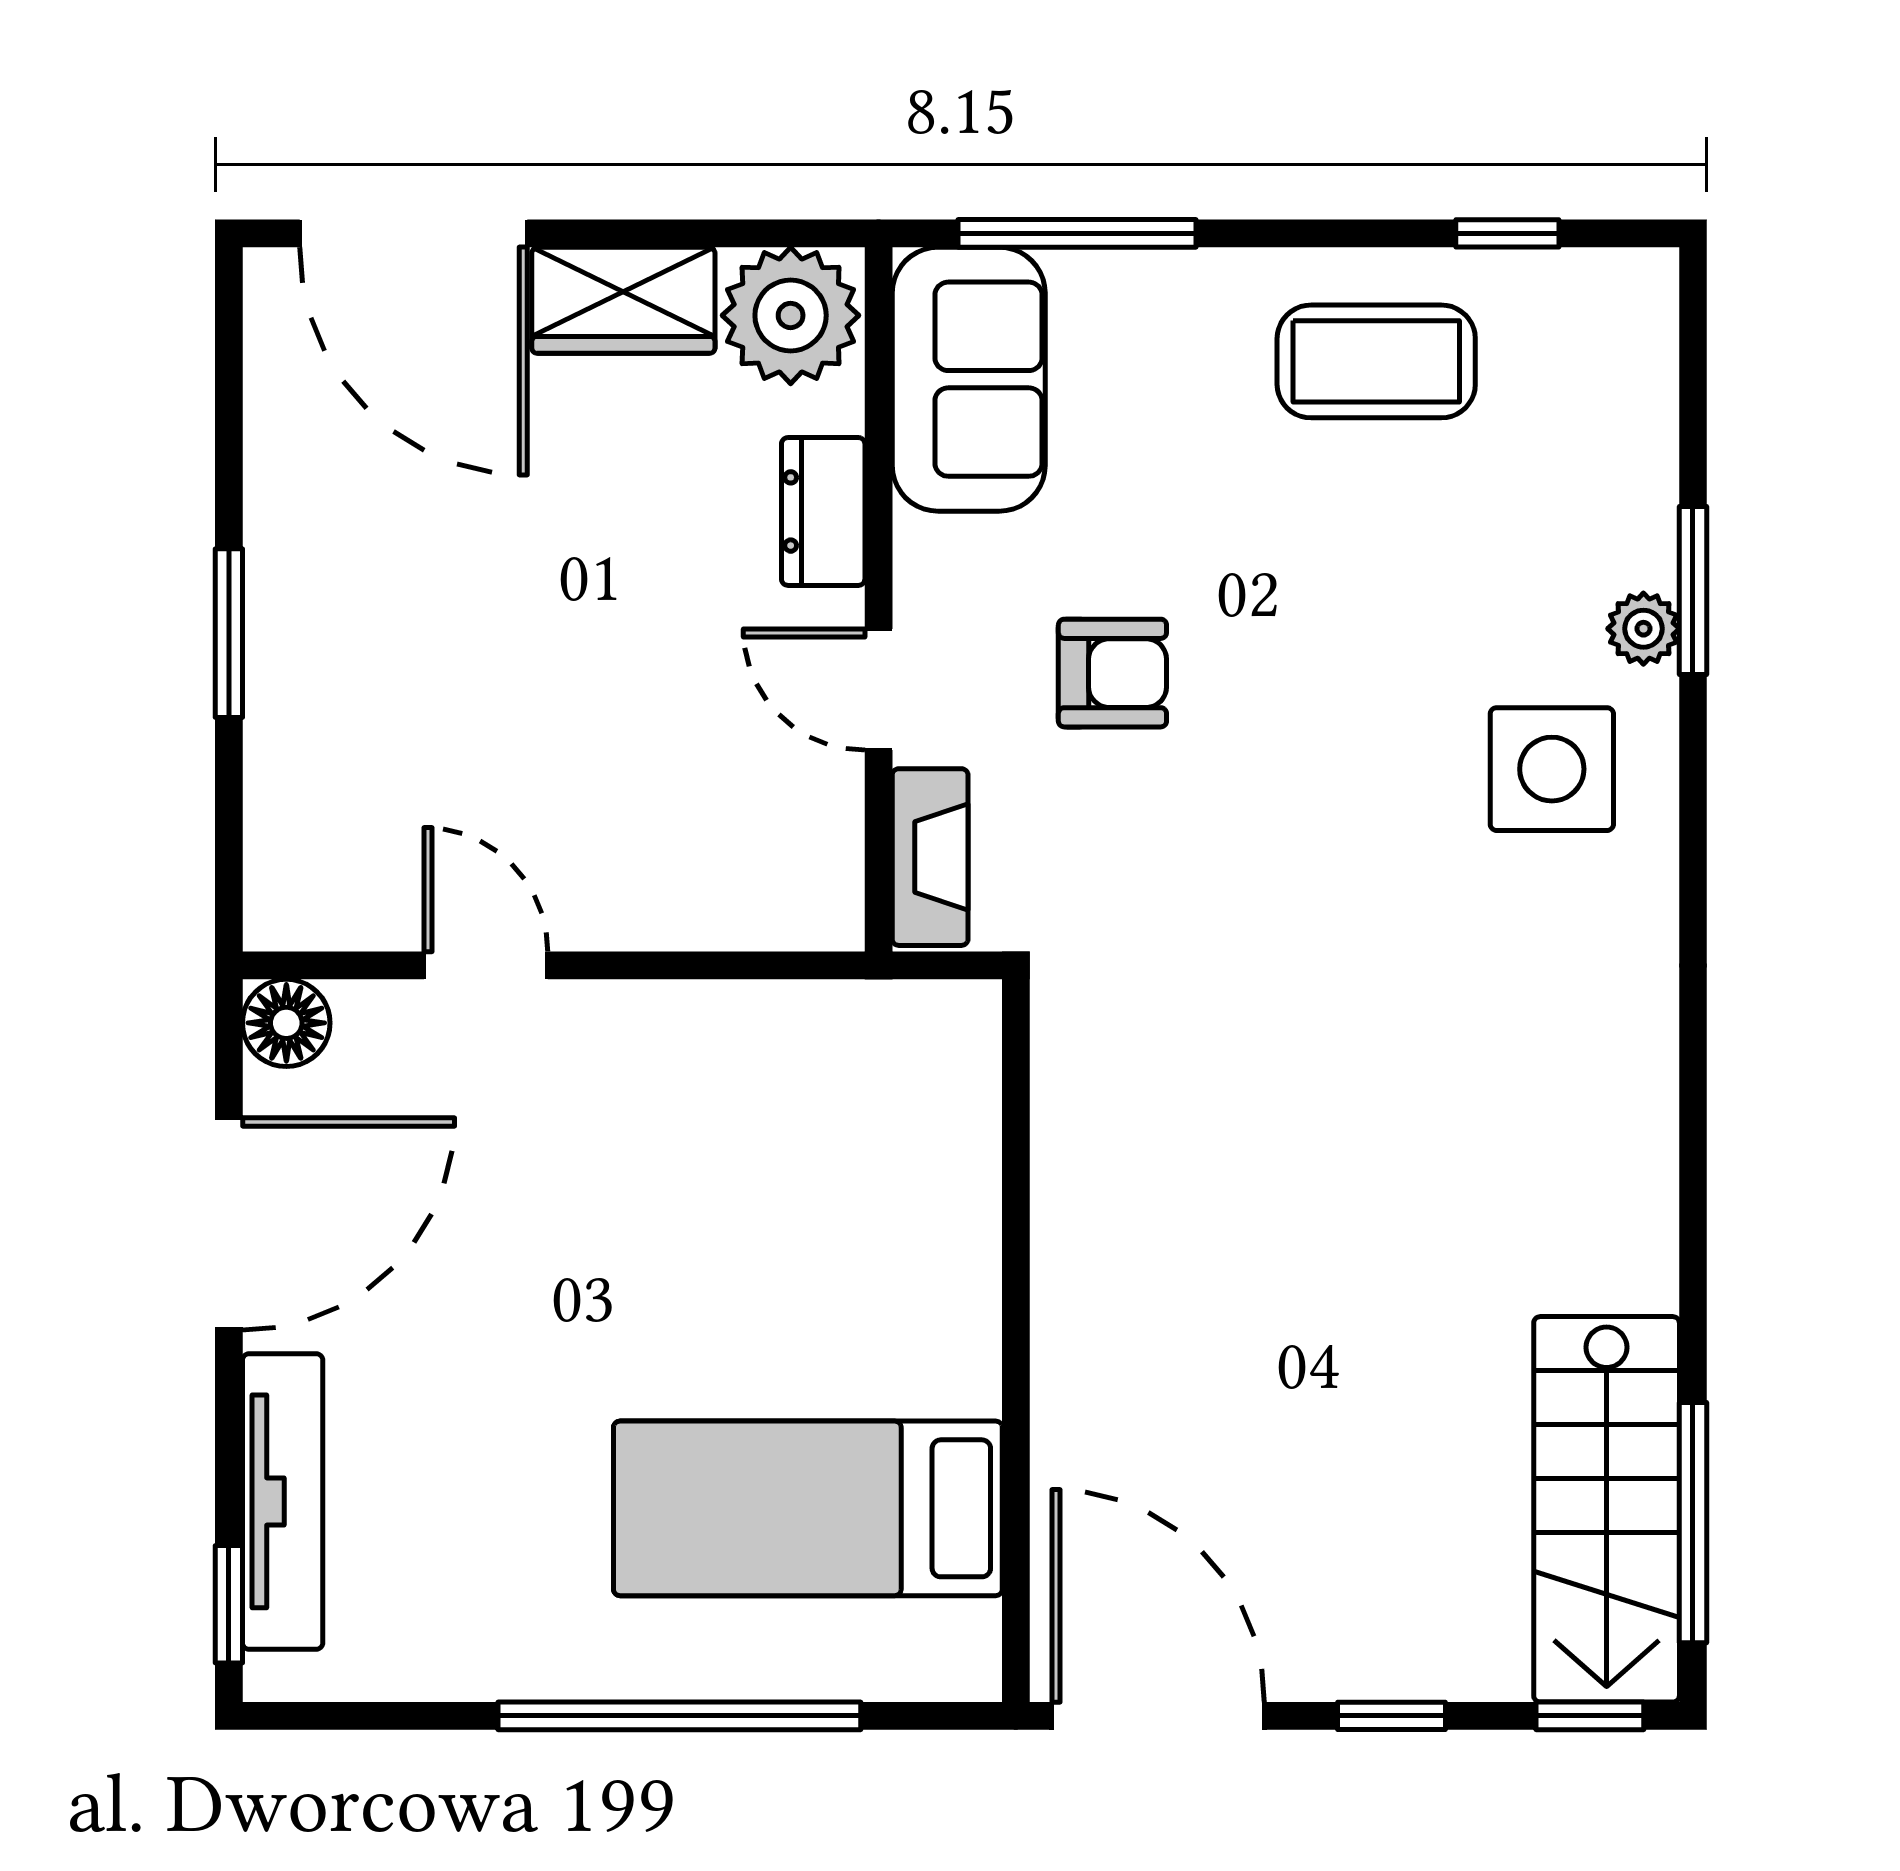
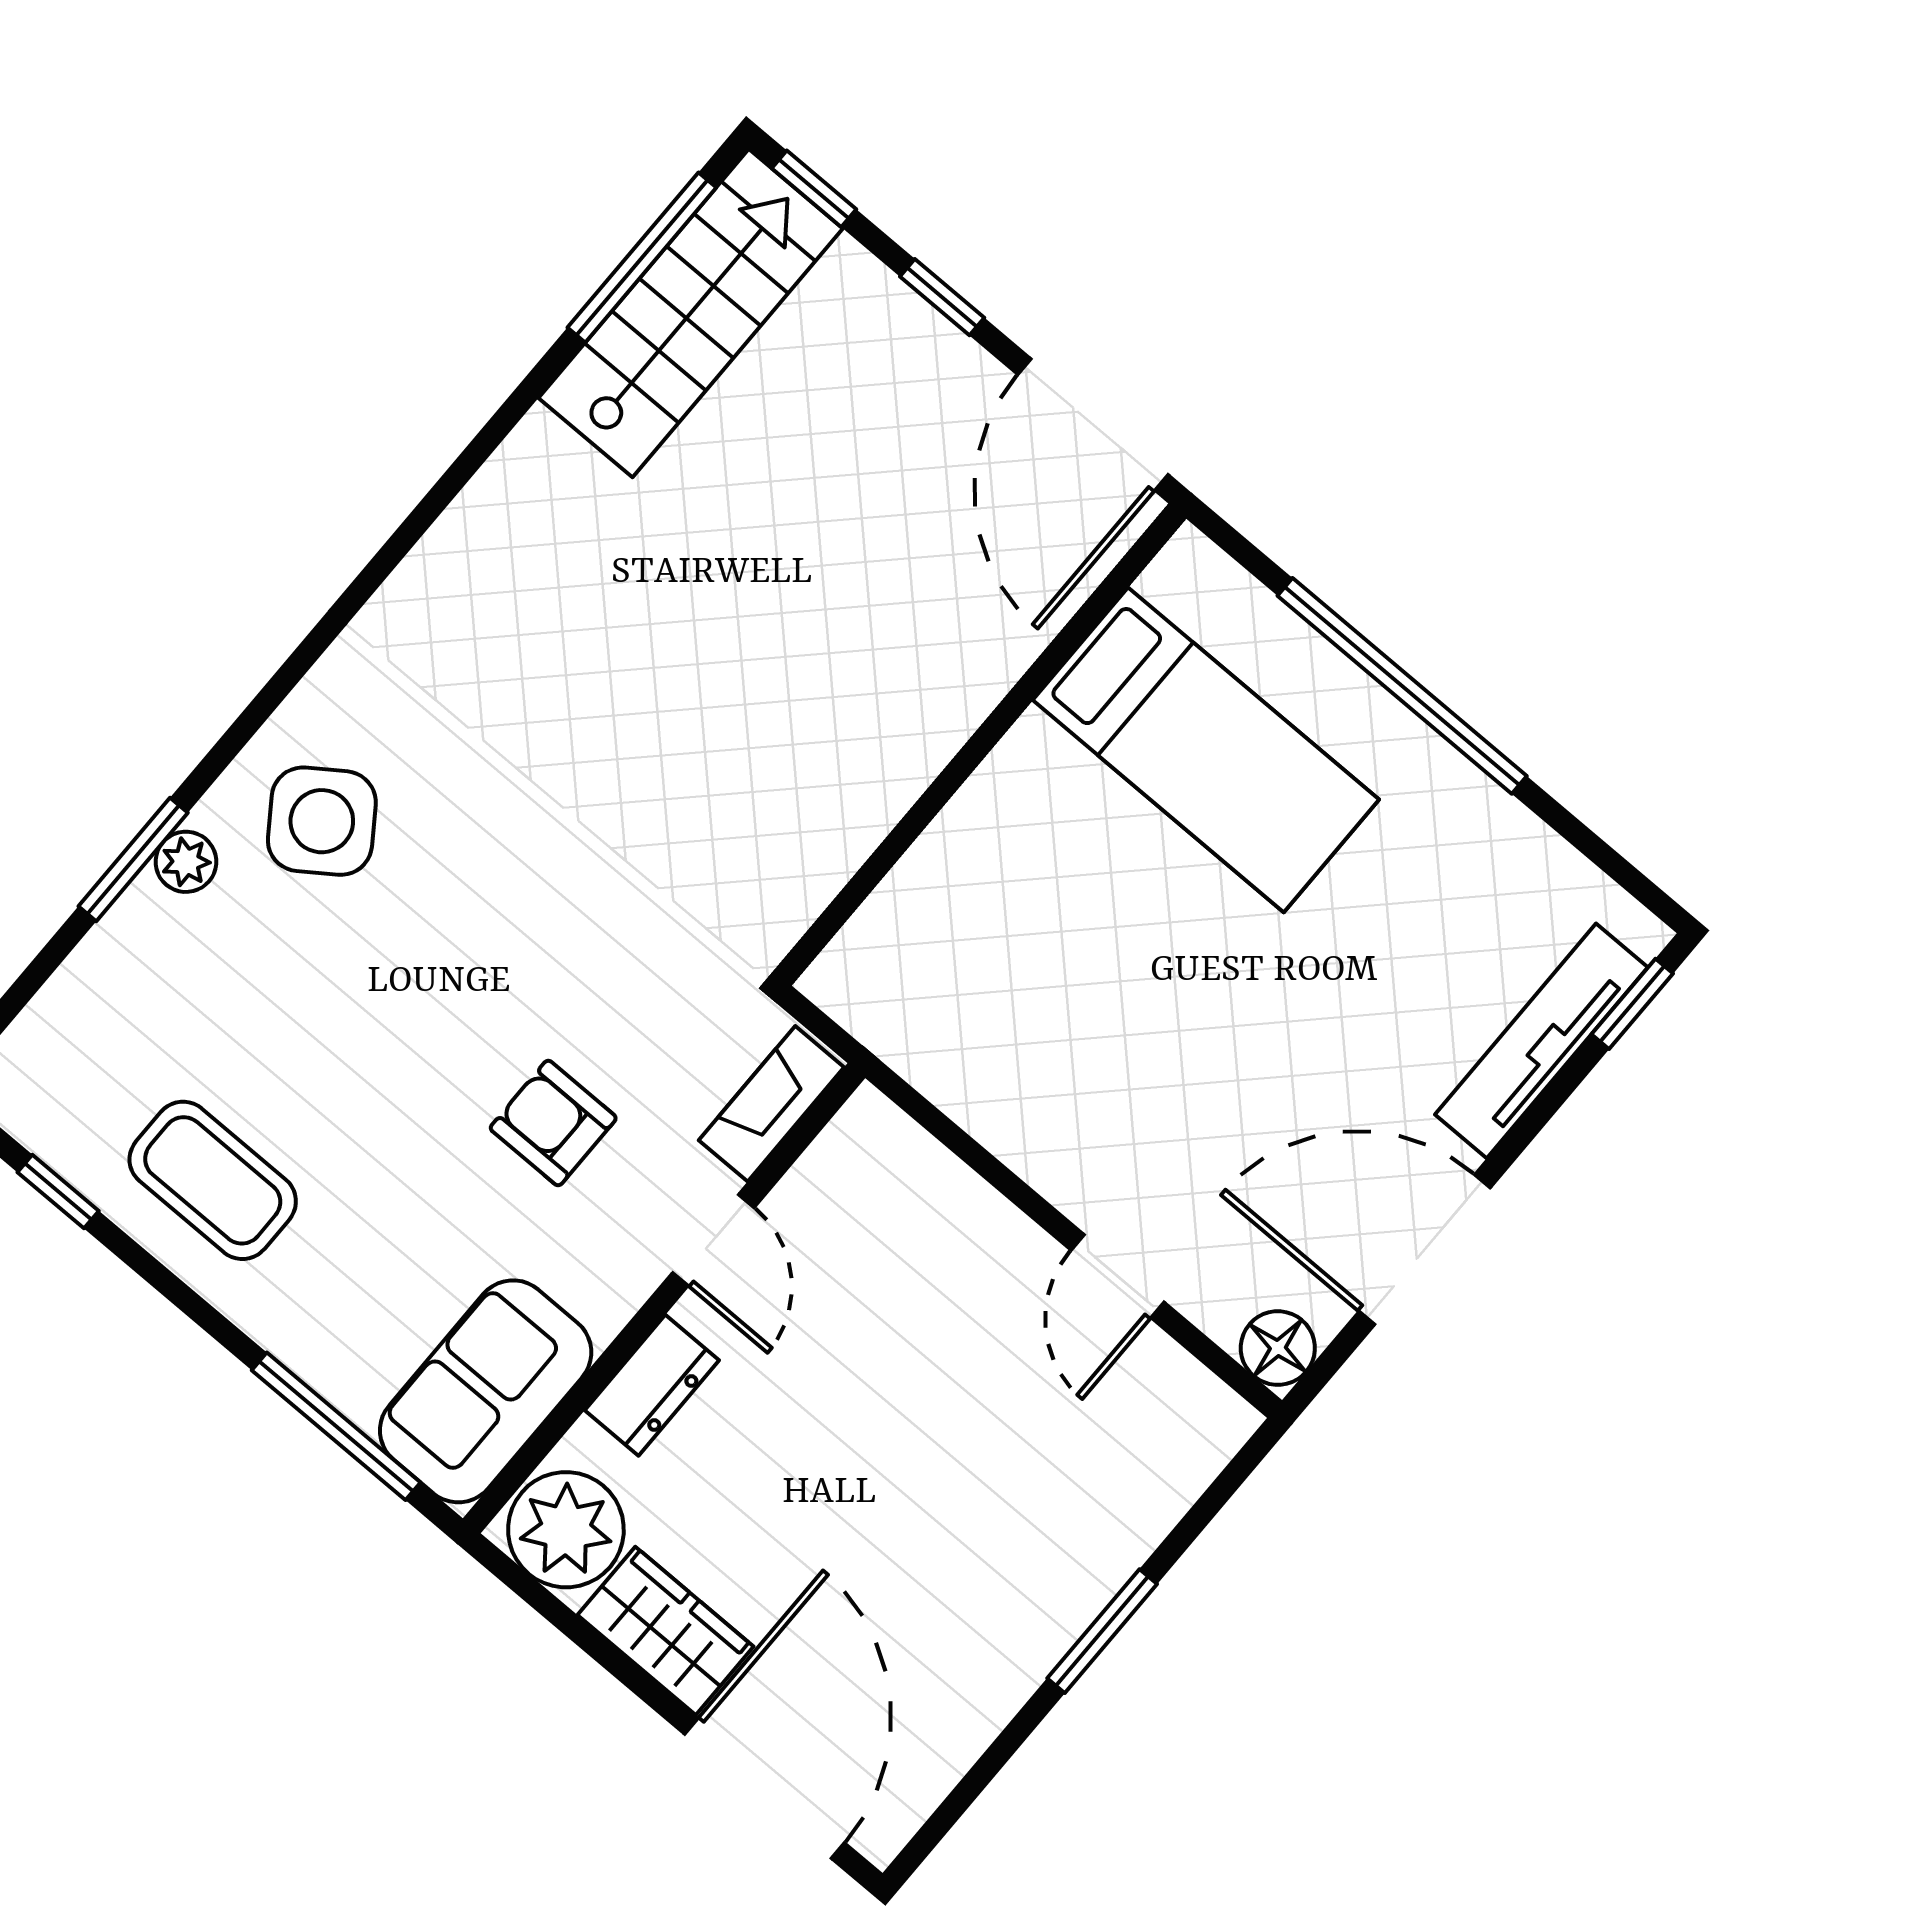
side table: (1552, 769) -> (322, 821), turned -35

